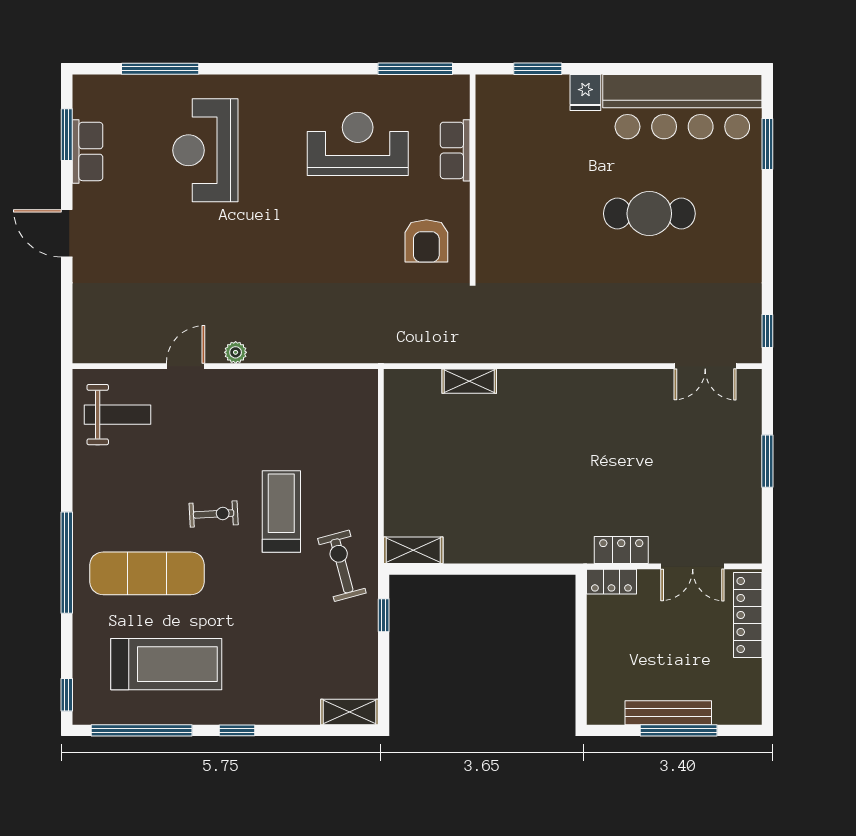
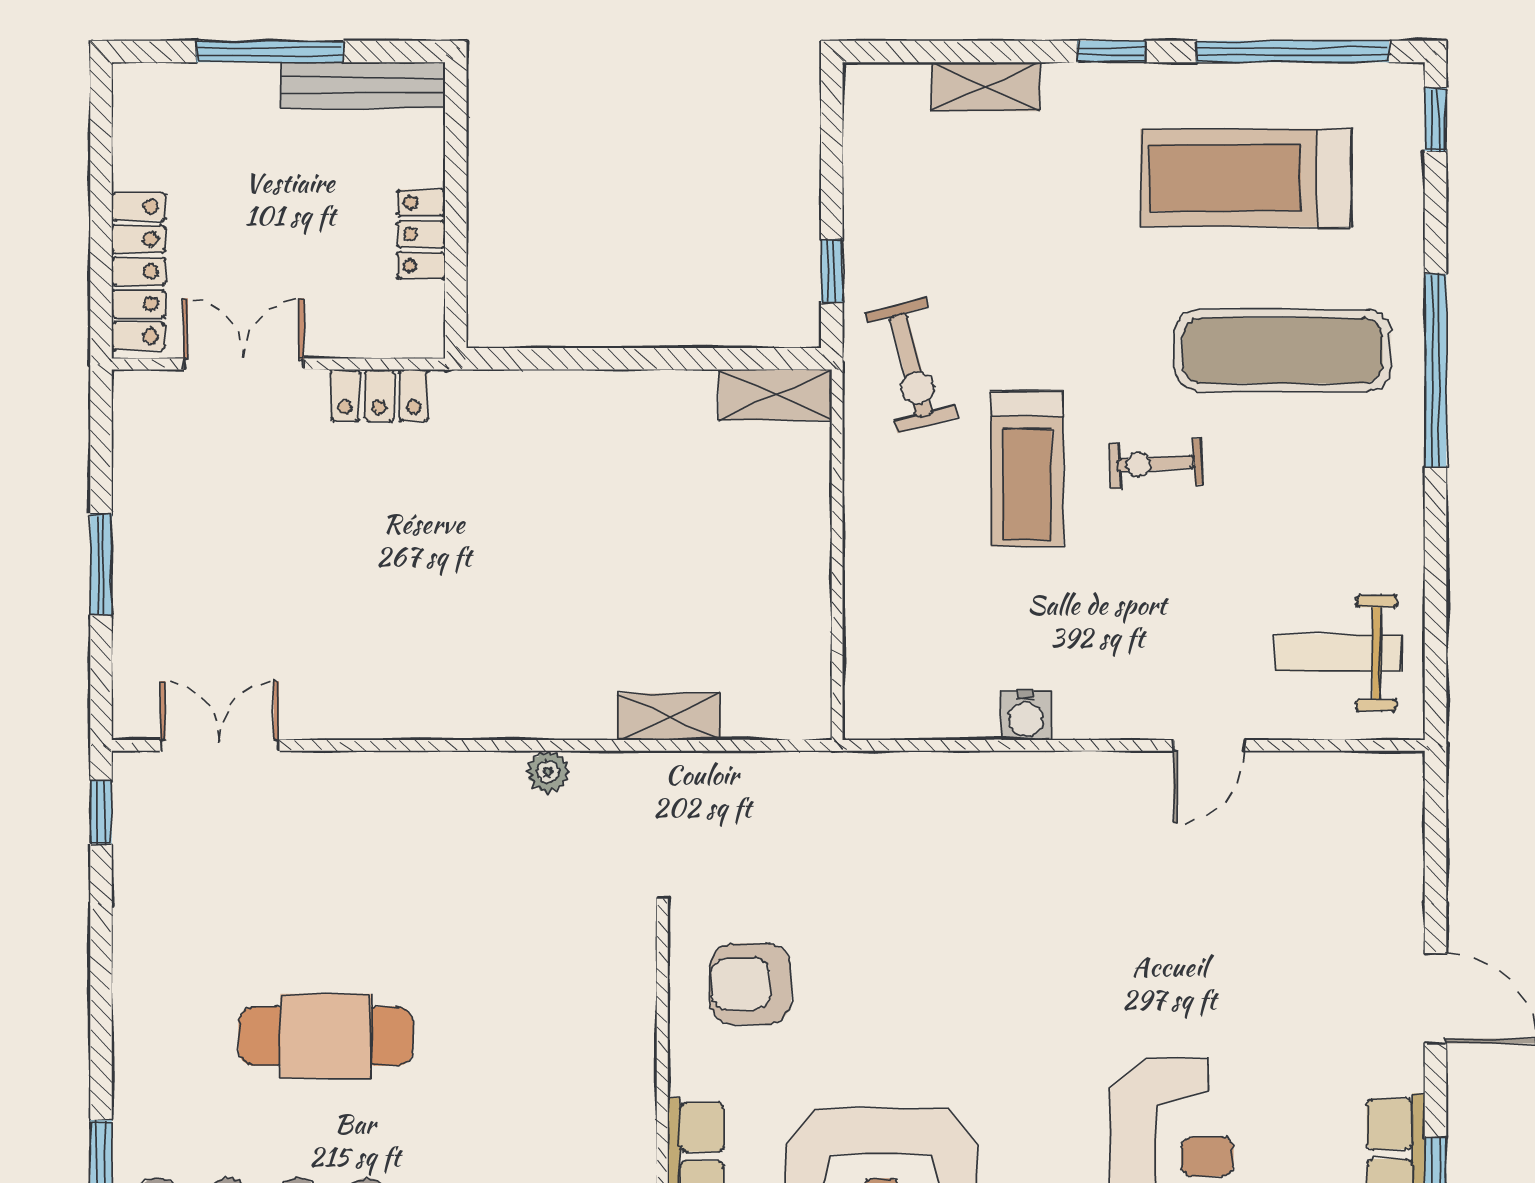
armchair: (426, 241) -> (750, 984), turned -90
plant: (236, 352) -> (548, 772), moved
water cooler: (282, 382) -> (1026, 715), added
locker: (611, 582) -> (421, 234), moved, turned -90
shelving: (350, 712) -> (986, 87), moved
bench: (668, 713) -> (363, 85), moved

